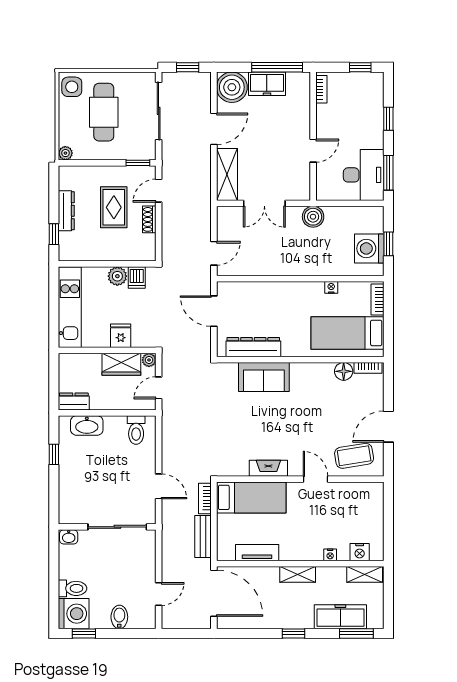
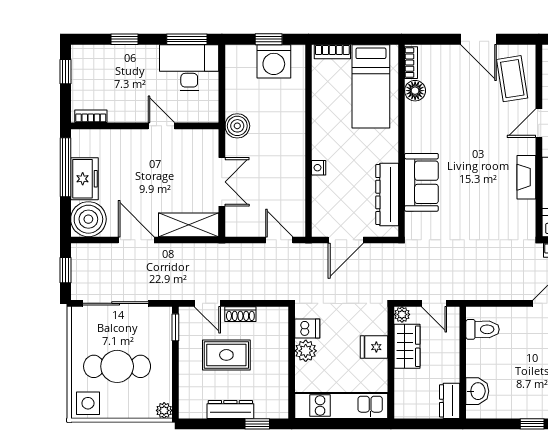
nightstand: (331, 287) -> (319, 168), moved
washbasin: (87, 425) -> (477, 391), width x0.72
window: (54, 454) -> (532, 424), moved

